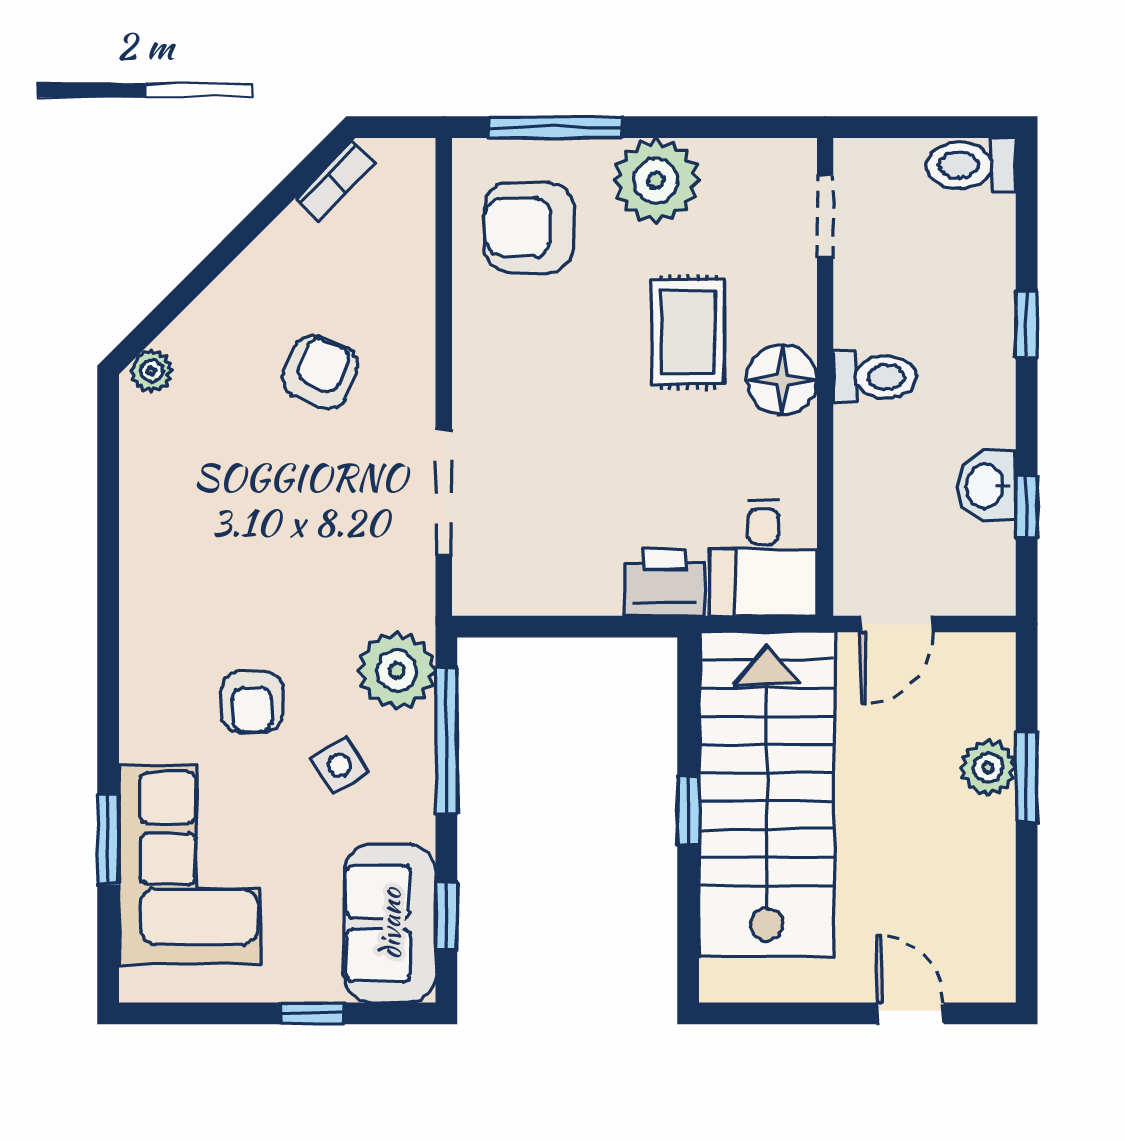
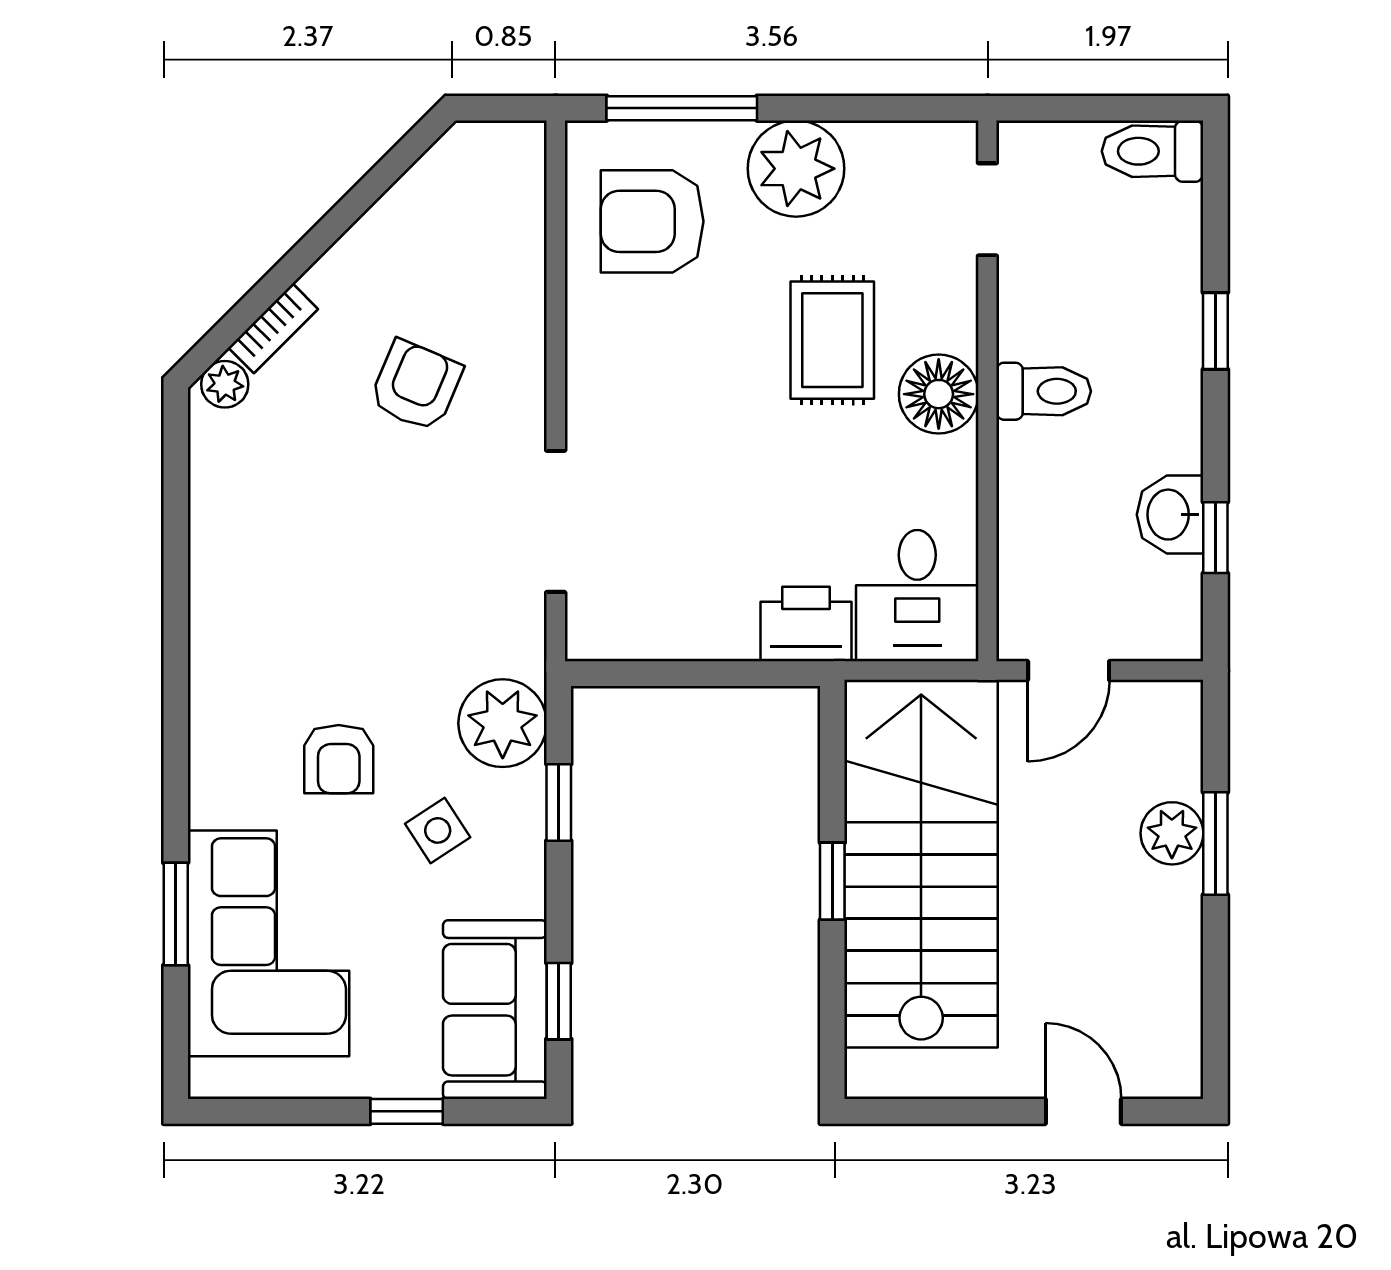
bookcase: (335, 181) -> (273, 328), moved
window: (446, 741) -> (559, 802), width x0.46

